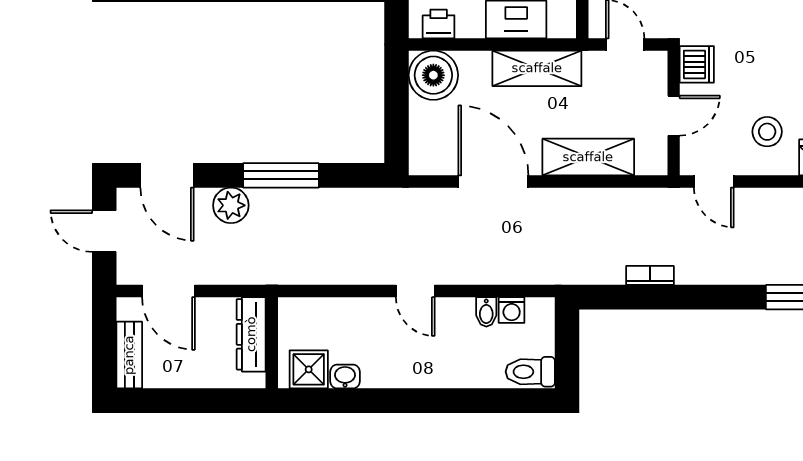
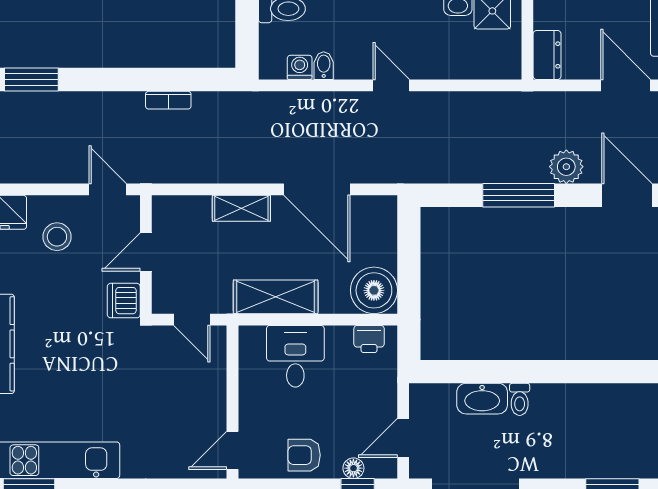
shelving: (588, 157) -> (241, 208), width x0.67, depth x0.75
dresser: (251, 334) -> (547, 55), width x0.70

